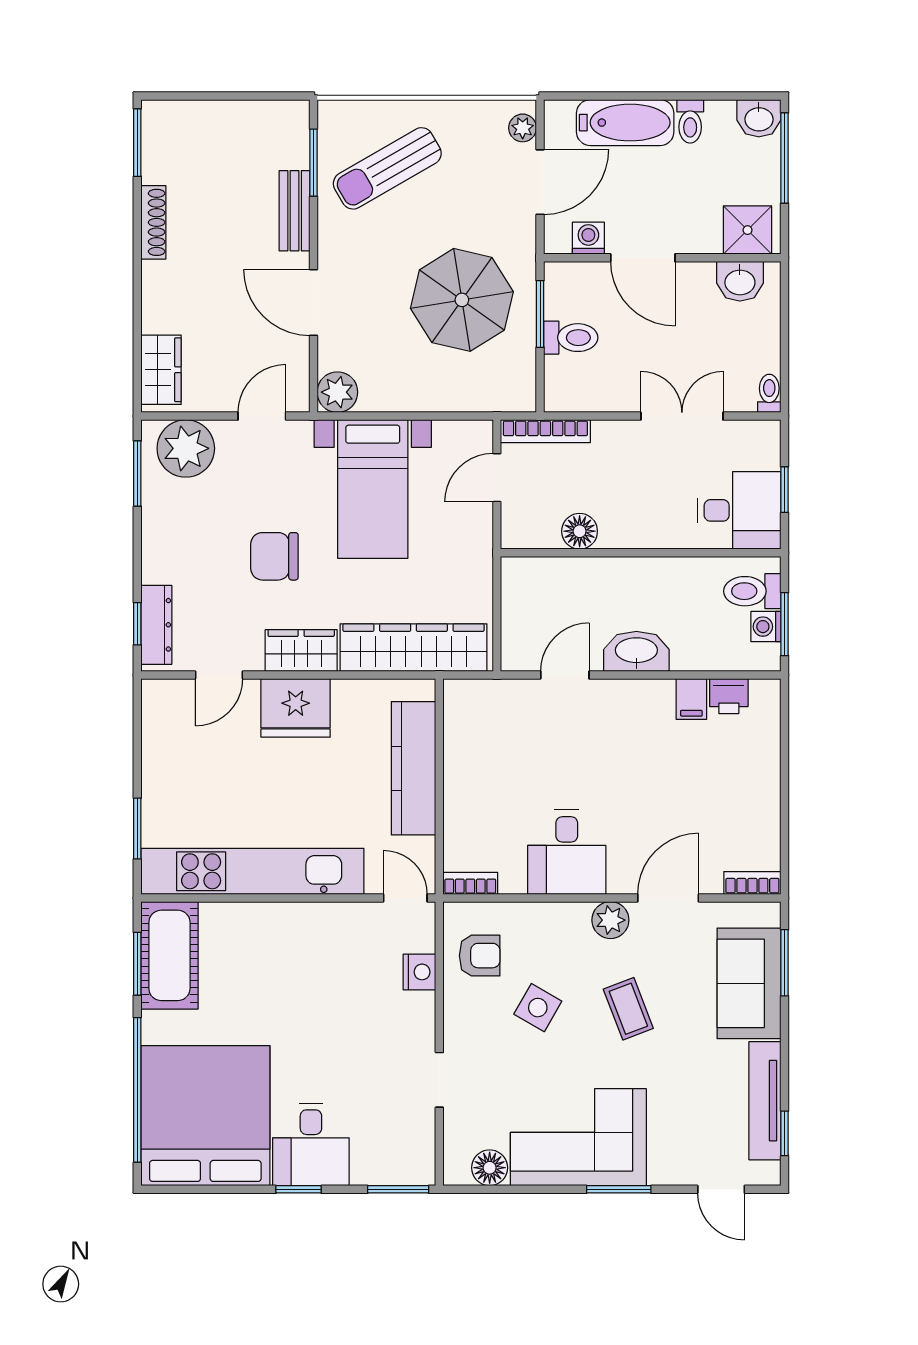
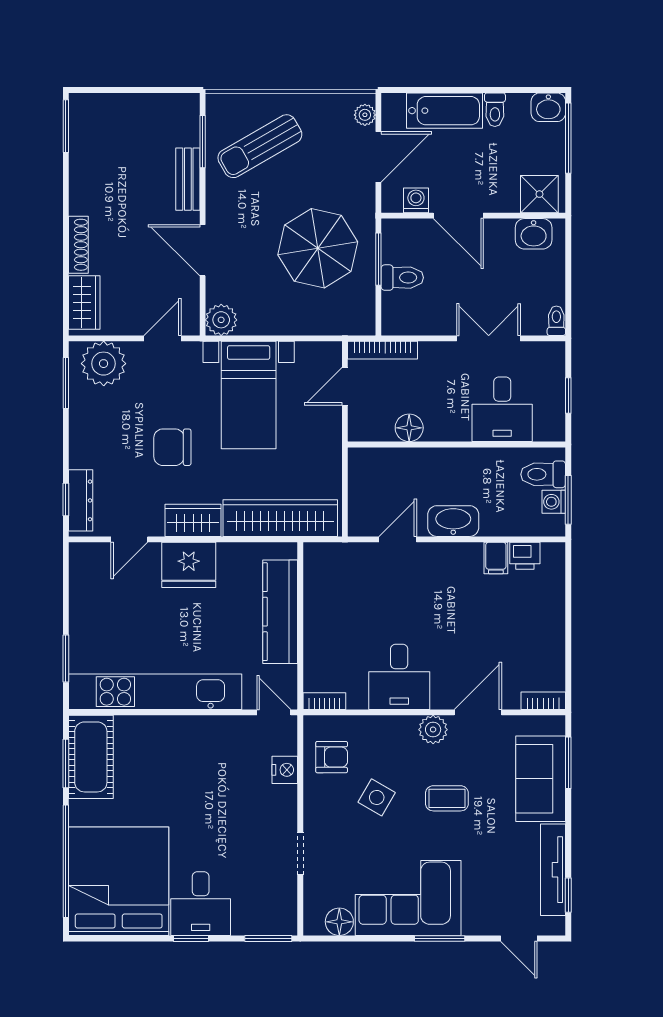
shoe rack: (153, 222) -> (78, 245), moved
desk: (739, 510) -> (502, 409), moved, turned 90
coffee table: (628, 1009) -> (447, 798), turned -69

